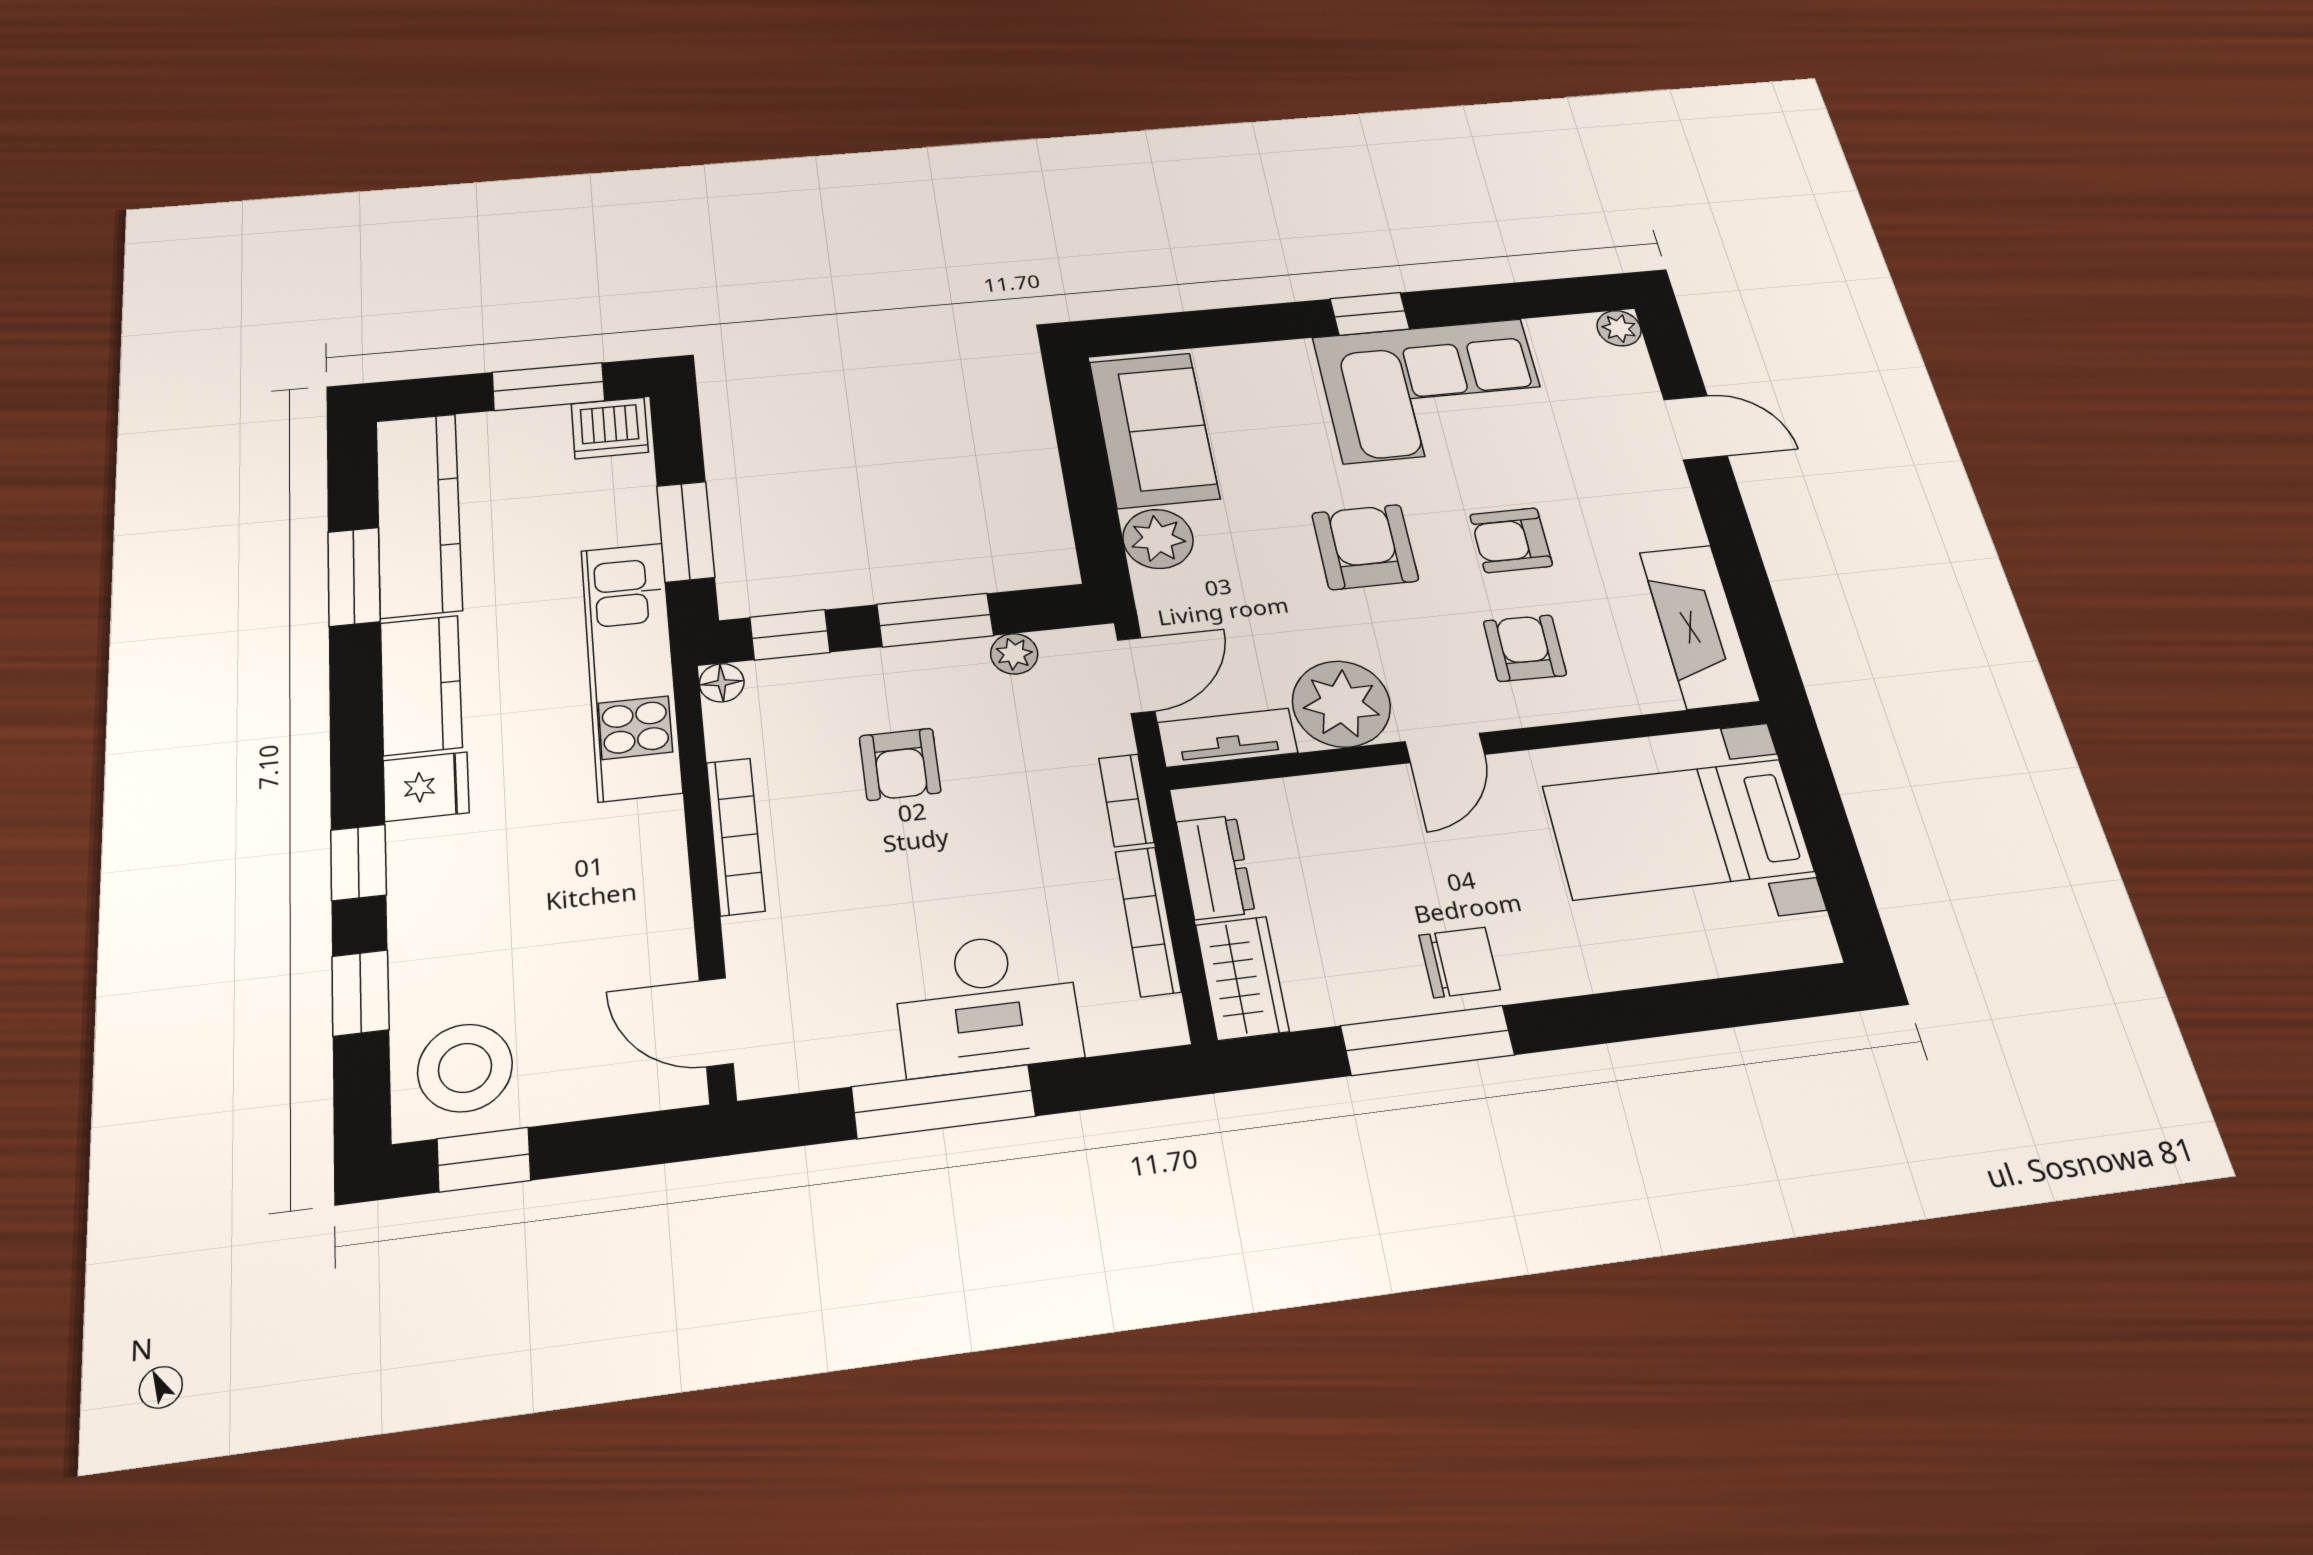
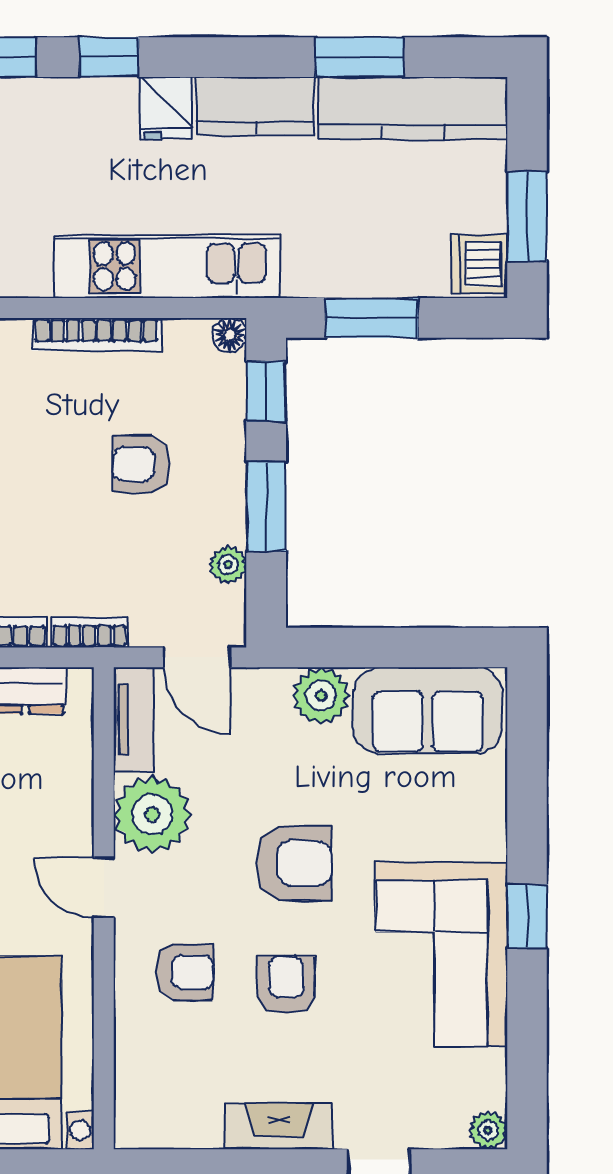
fireplace: (1699, 626) -> (279, 1126), moved, width x0.73, depth x0.76
kitchen unit: (631, 669) -> (167, 266), moved

